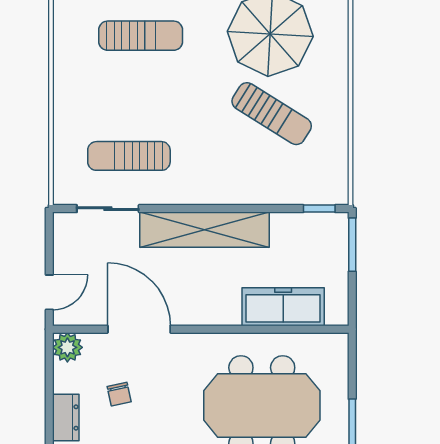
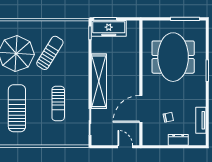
sun lounger: (141, 36) -> (17, 108), width x1.36, depth x1.34
sun lounger: (129, 156) -> (58, 104), moved
freezer: (283, 307) -> (109, 28), moved, turned -90
plant: (67, 347) -> (149, 139), removed

